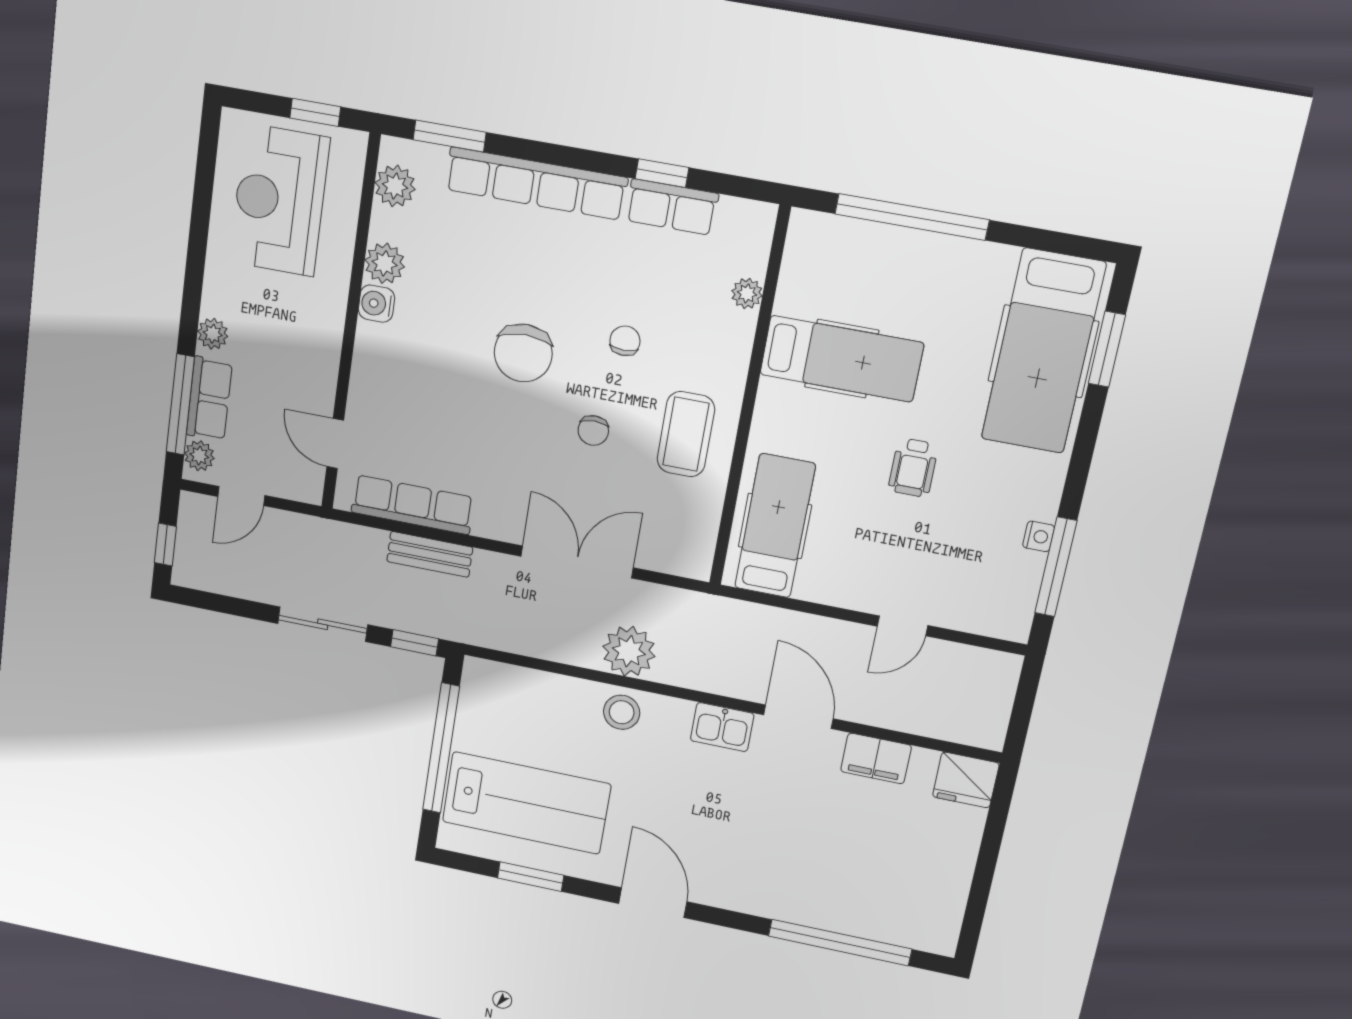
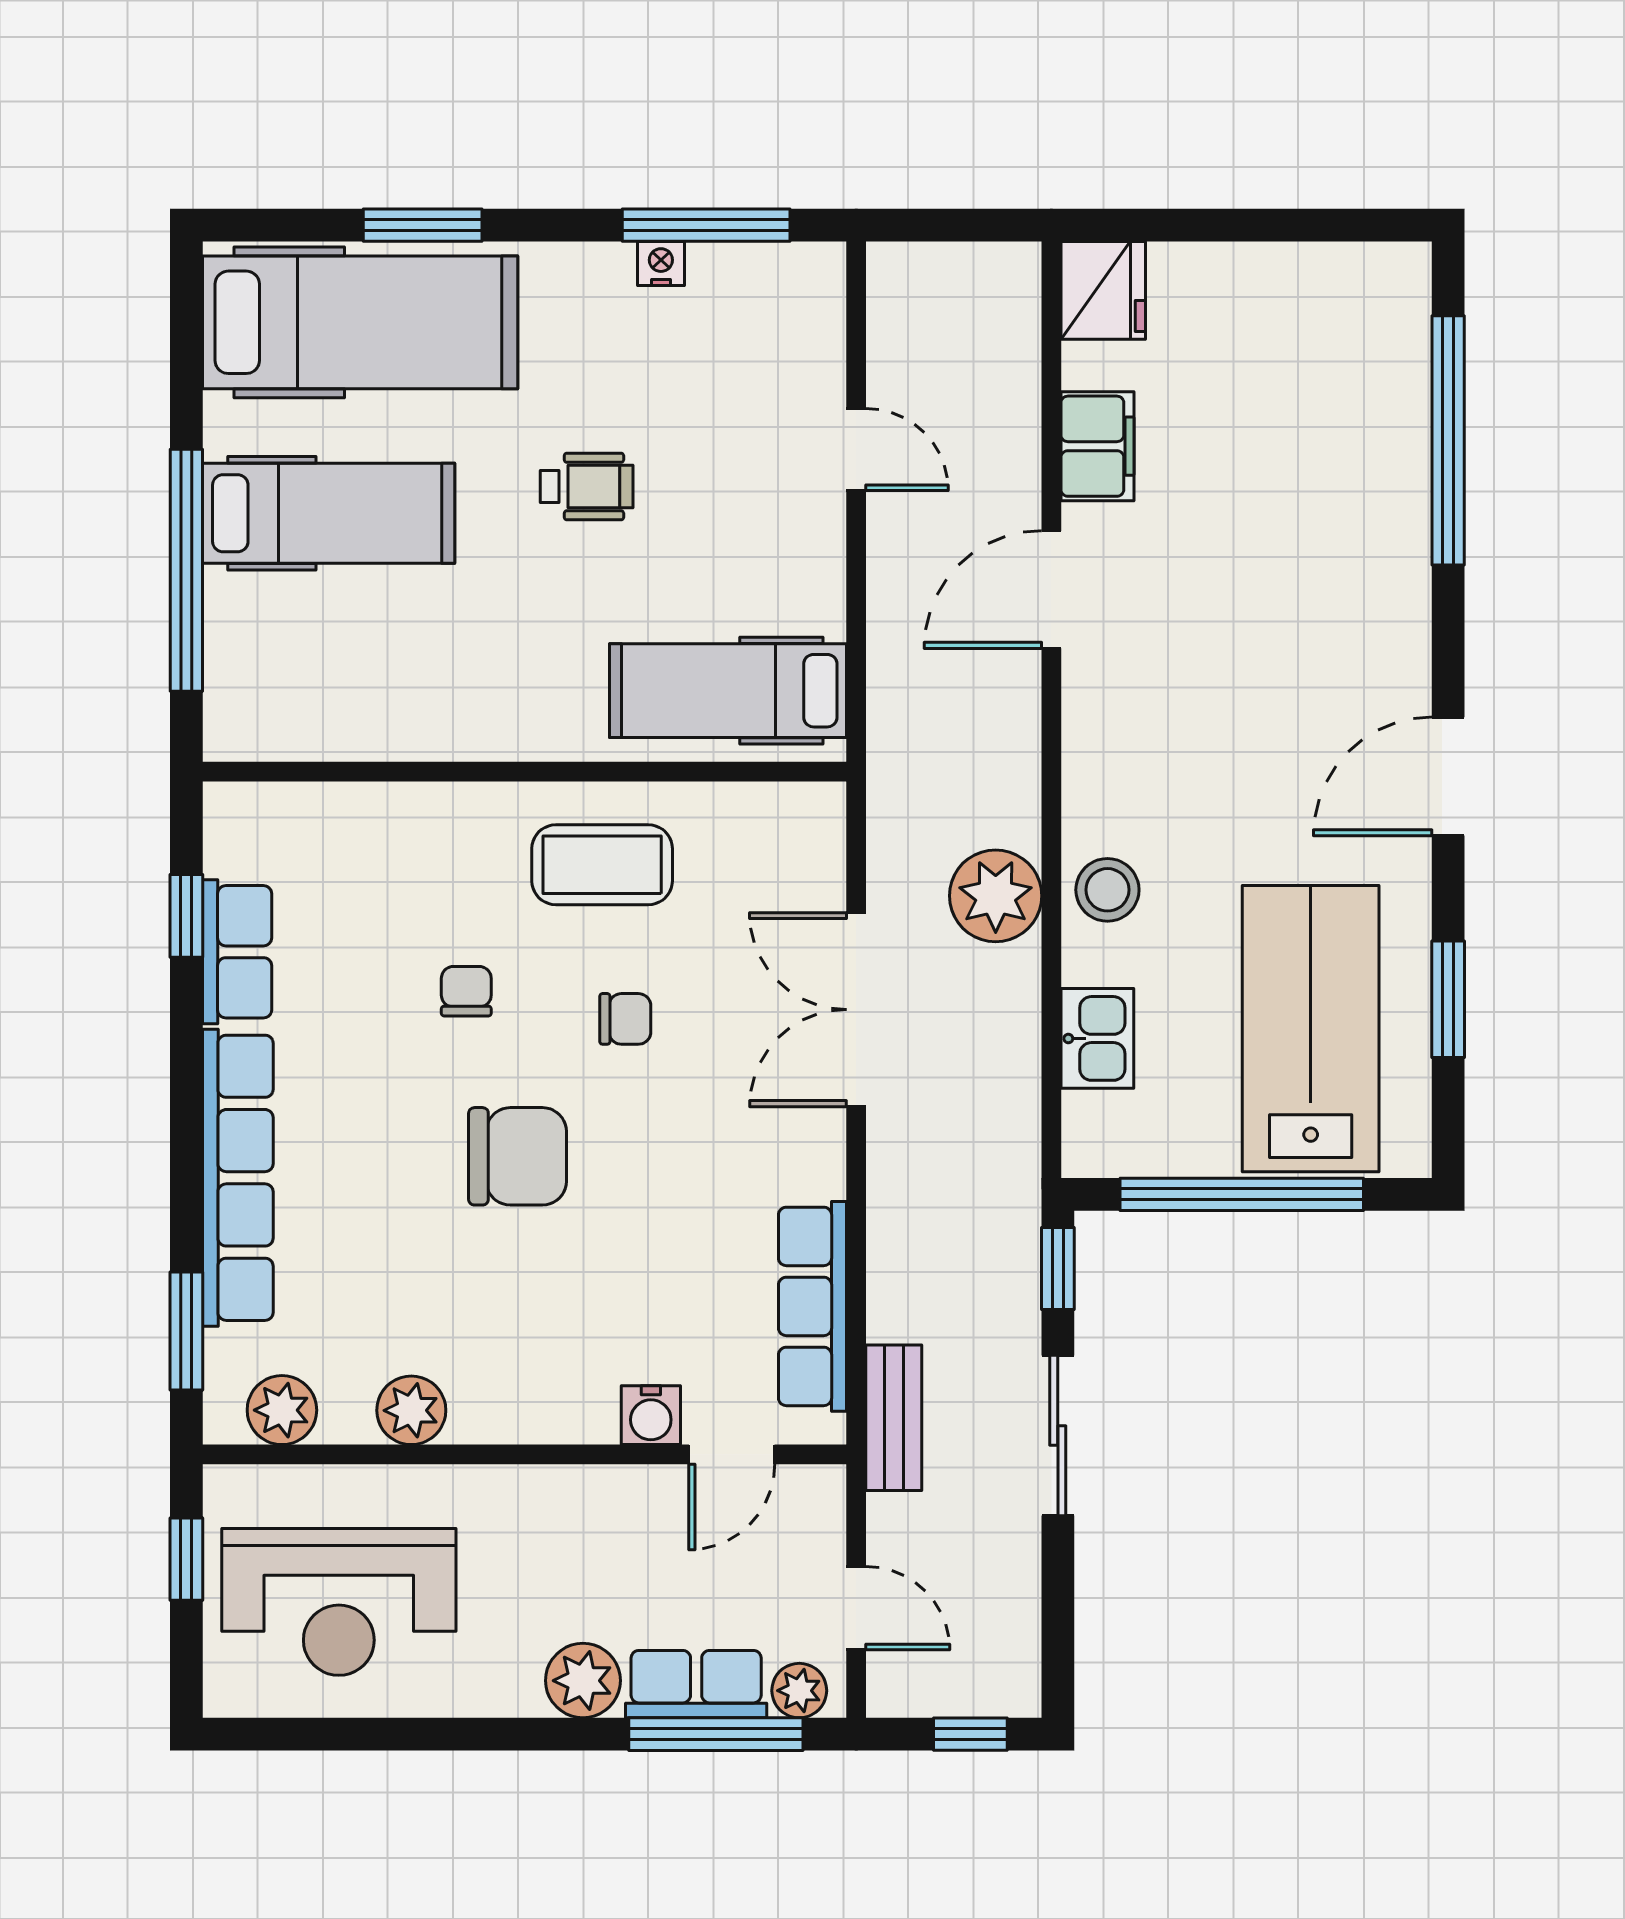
window: (662, 173) -> (186, 916), moved
plant: (747, 293) -> (353, 807), removed
water cooler: (376, 304) -> (651, 1415), moved
plant: (213, 334) -> (583, 1681), width x1.38, depth x1.38
chair: (625, 341) -> (466, 991), turned 90
window: (1107, 349) -> (423, 225), moved
hospital bed: (842, 359) -> (329, 513), moved, turned 90
bench: (430, 554) -> (894, 1418), moved
kitchen sink: (722, 727) -> (1097, 1038), moved

